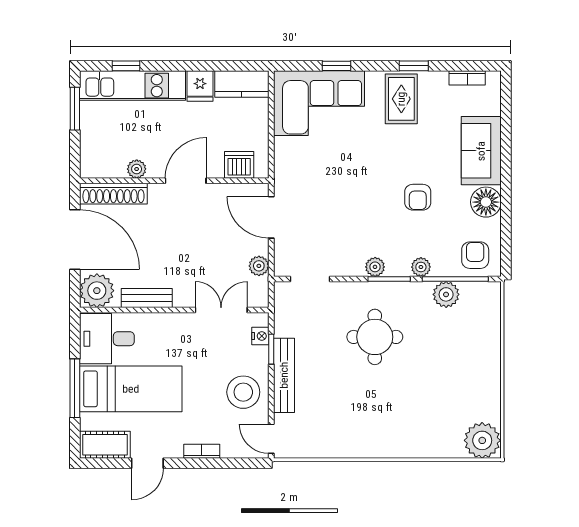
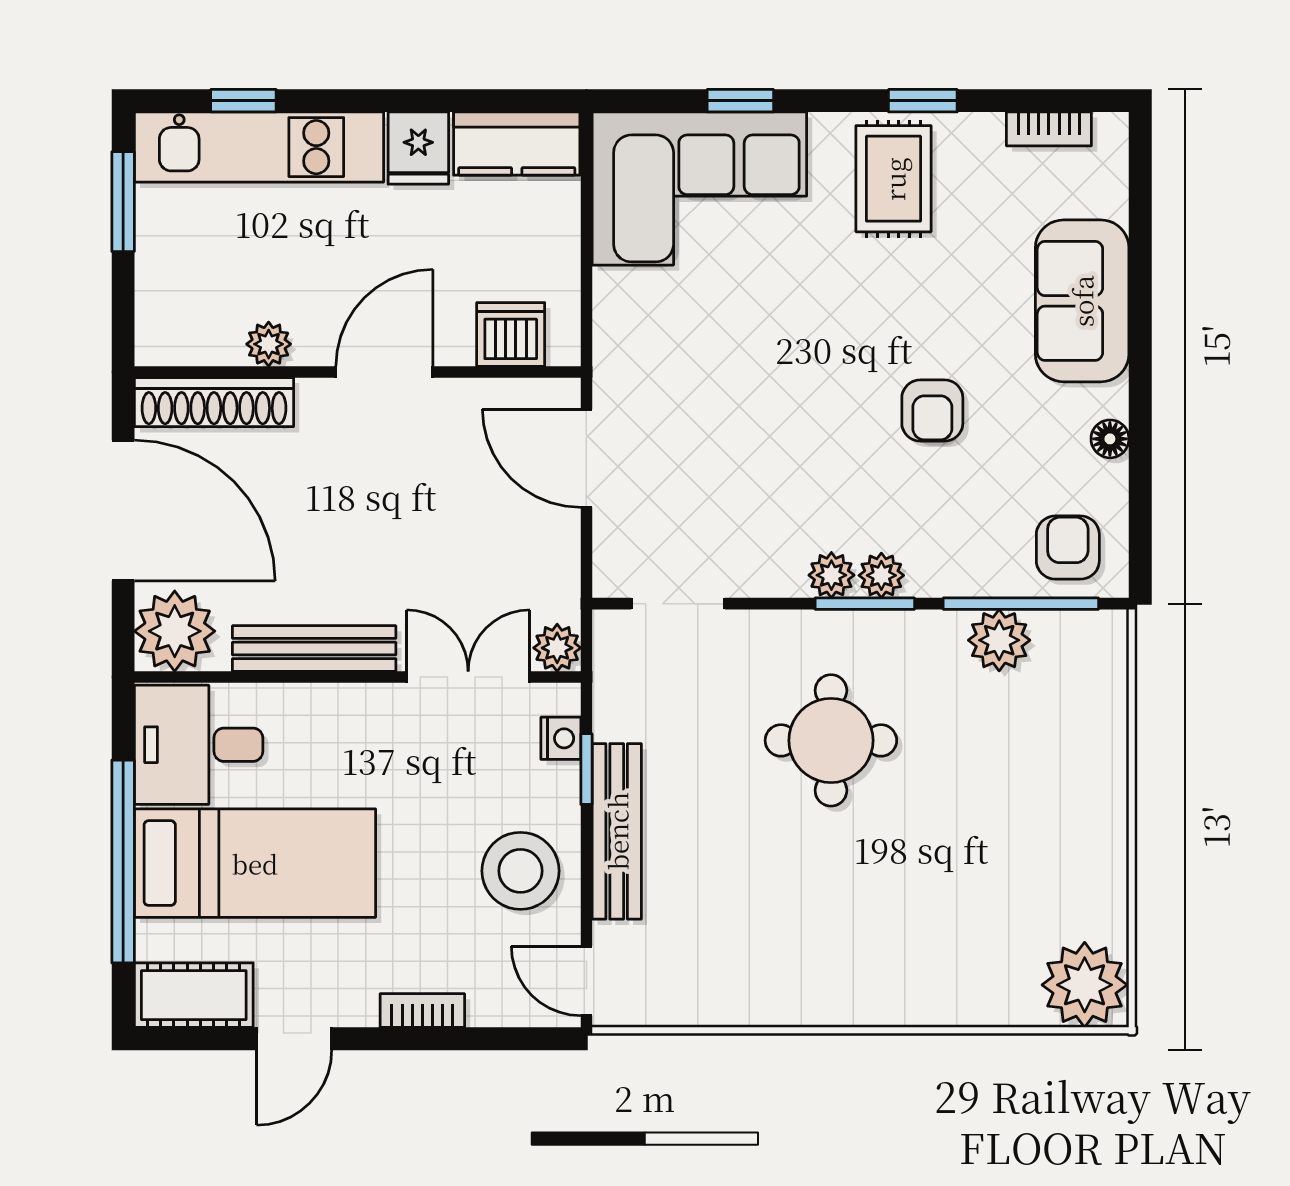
floor lamp: (486, 202) -> (1110, 439), width x0.53, depth x0.53
plant: (259, 266) -> (557, 648), moved
plant: (421, 267) -> (881, 575), moved
bench: (147, 298) -> (314, 649), width x1.36
window: (75, 388) -> (123, 861), width x1.46

